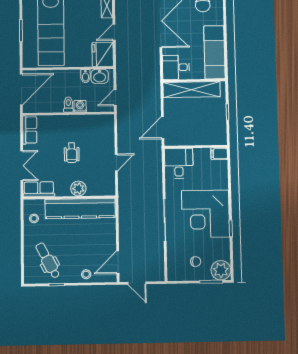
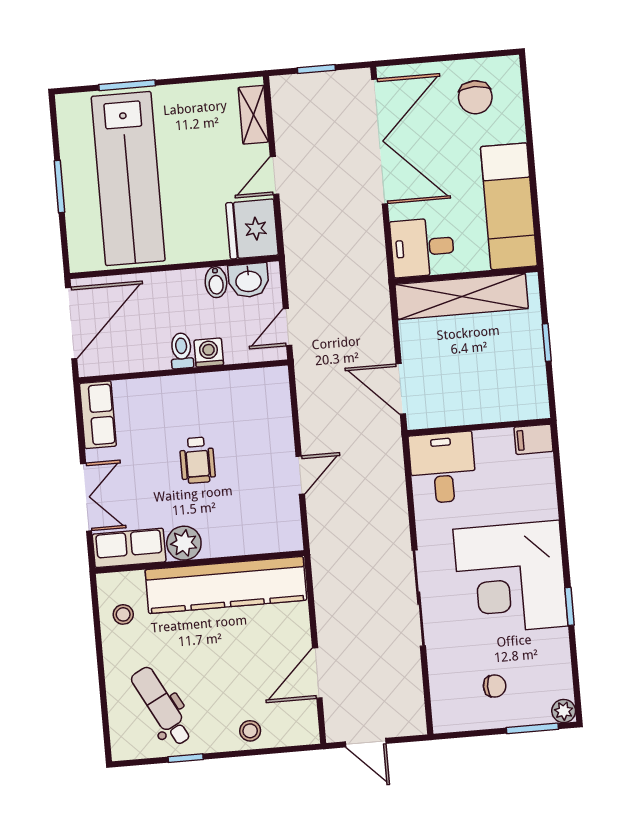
door: (163, 128) -> (401, 389), hinge flipped
plant: (78, 188) -> (184, 543), moved
door: (118, 262) -> (317, 673), moved
plant: (221, 270) -> (564, 711), width x0.53, depth x0.53

